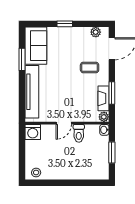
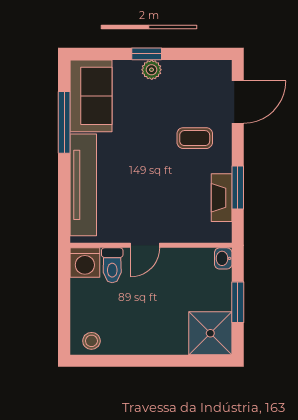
plant: (96, 32) -> (152, 70), moved
window: (22, 59) -> (64, 122), width x1.44
plant: (104, 117) -> (222, 233), removed
toilet: (79, 133) -> (112, 265), moved
shower: (98, 169) -> (210, 333), added

